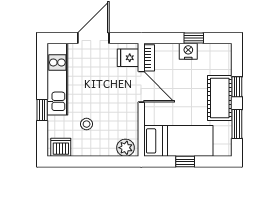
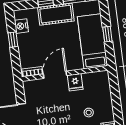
nightstand: (188, 51) -> (21, 26), moved
fridge: (128, 58) -> (75, 82), moved
plant: (125, 148) -> (103, 81), removed

